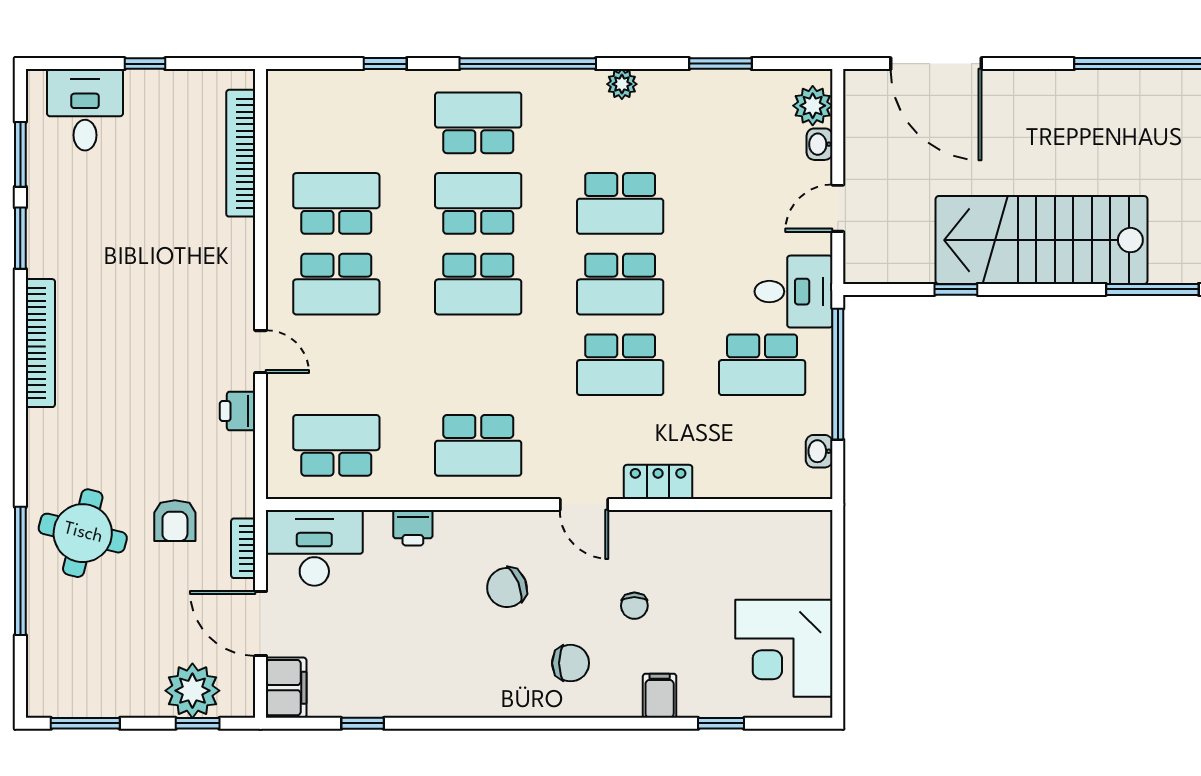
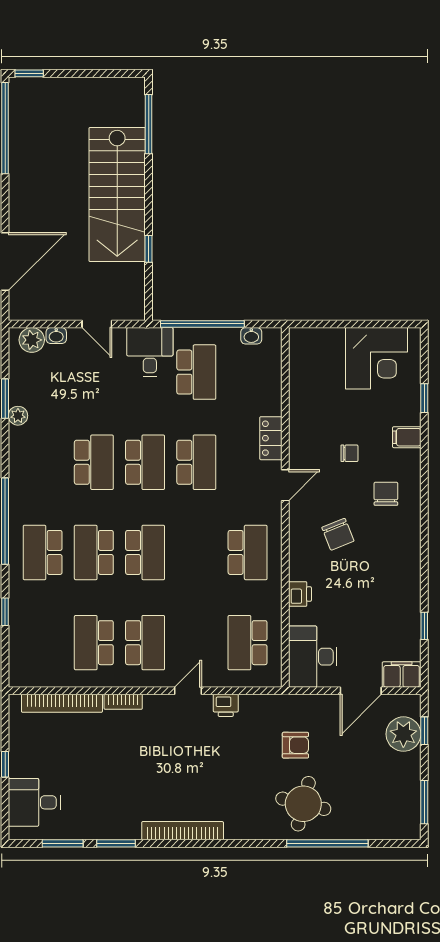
plant: (622, 84) -> (18, 416), moved
bookcase: (243, 548) -> (123, 702), moved

